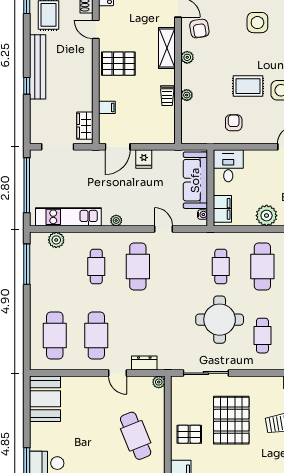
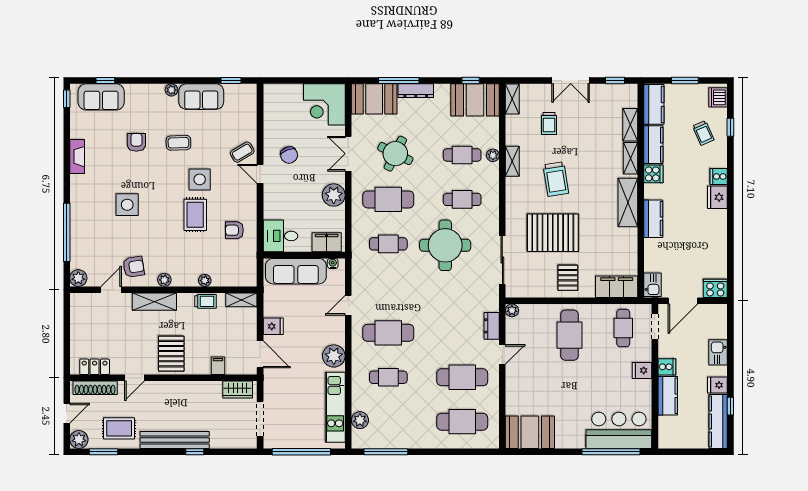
shelving: (169, 129) -> (241, 300), added
plant: (116, 220) -> (334, 356), width x1.88, depth x1.88
cafe table: (136, 436) -> (570, 335), turned -68

